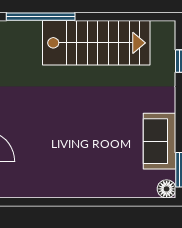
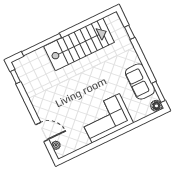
corner sofa: (83, 171) -> (106, 118), added

